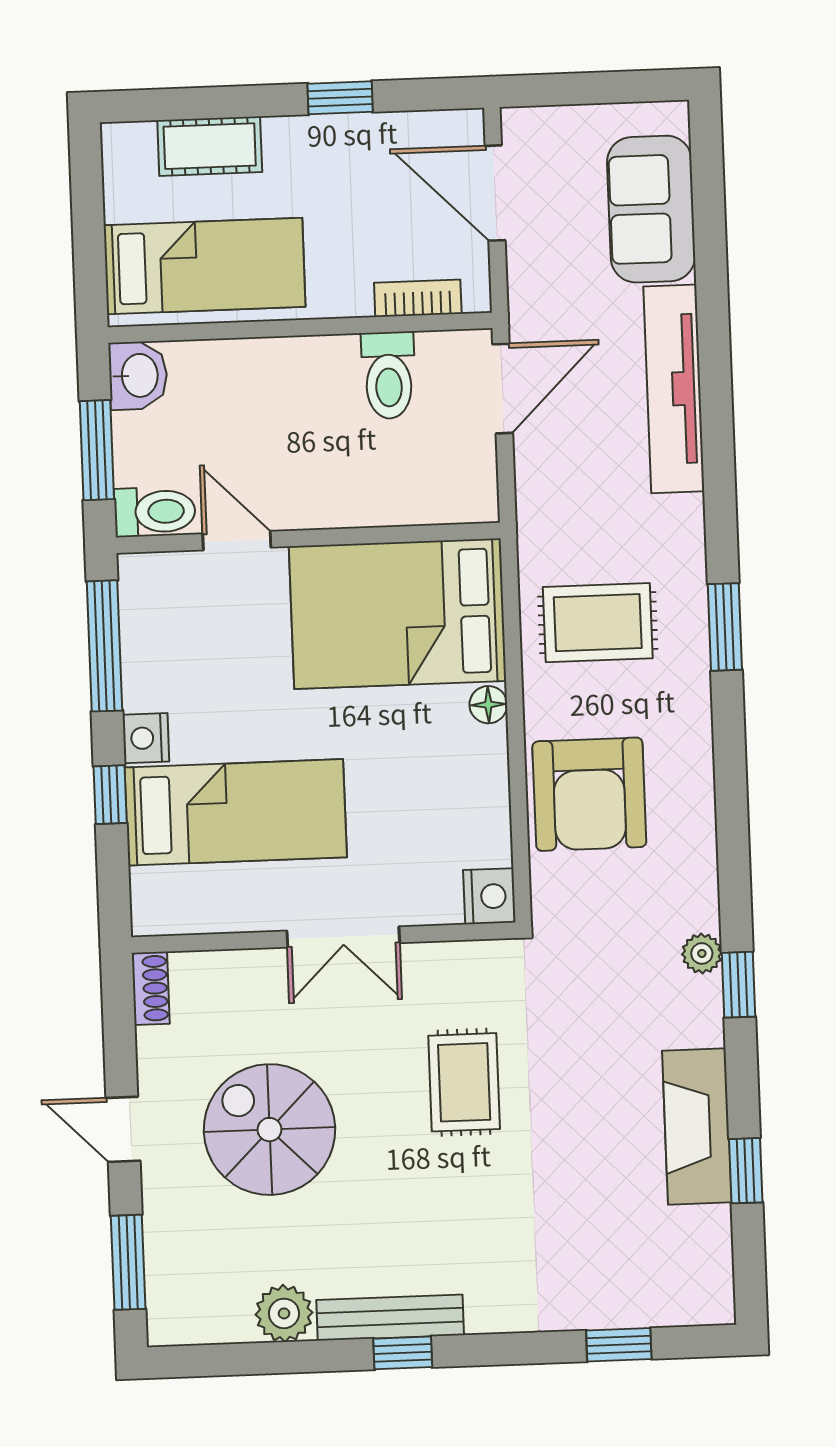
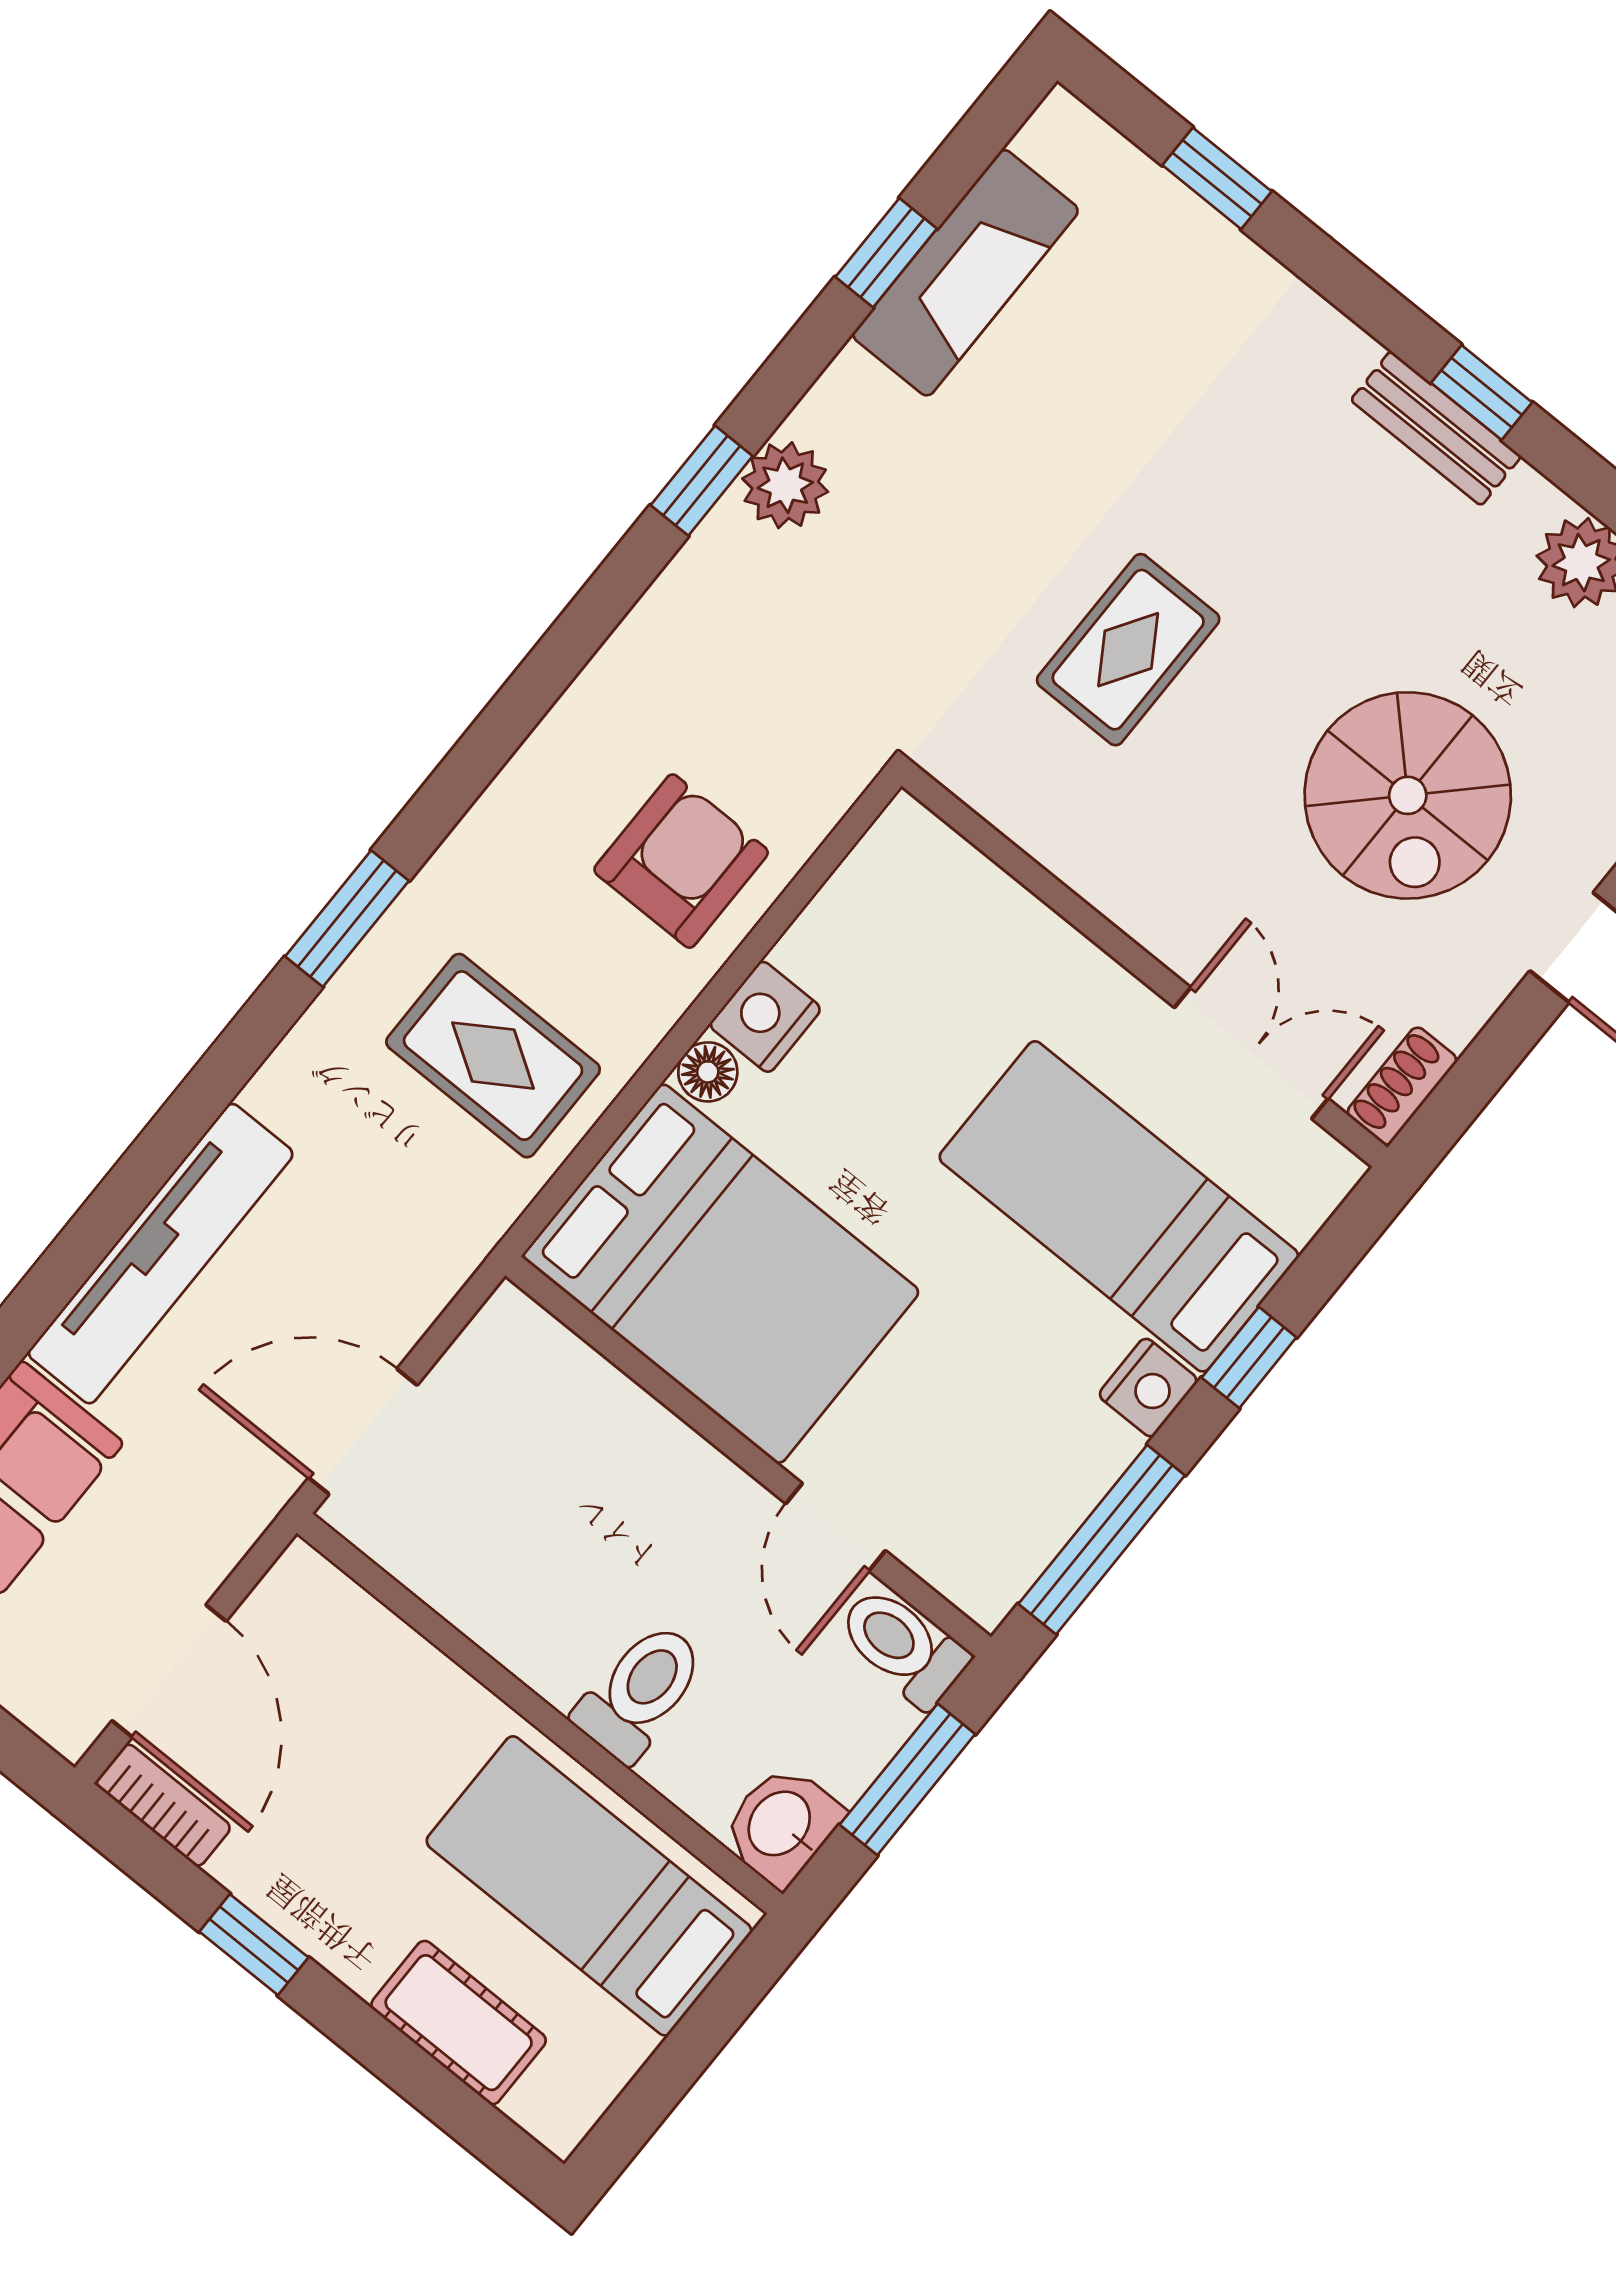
bookcase: (418, 298) -> (163, 1805), moved, turned 180
toilet: (389, 375) -> (640, 1692), moved
armchair: (589, 794) -> (681, 861), width x0.73, depth x0.73
nightstand: (489, 896) -> (765, 1017), moved
double door: (343, 937) -> (1251, 1053), moved
plant: (702, 953) -> (785, 485), moved, width x1.38, depth x1.38
fireplace: (697, 1127) -> (966, 273), moved
bench: (390, 1318) -> (1436, 428), width x0.73

